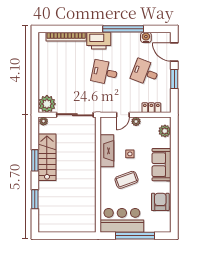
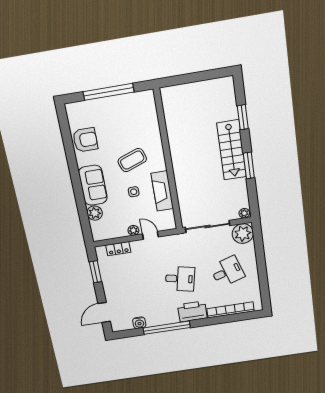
door: (174, 52) -> (104, 312), swing flipped
desk: (145, 72) -> (227, 272), moved, turned -39
window: (174, 79) -> (95, 272), moved
door: (123, 115) -> (150, 235), hinge flipped
plant: (165, 131) -> (95, 213), moved
stairs: (47, 157) -> (232, 150), moved
armchair: (160, 202) -> (85, 140), turned -90
bar counter: (122, 220) -> (129, 109), removed

